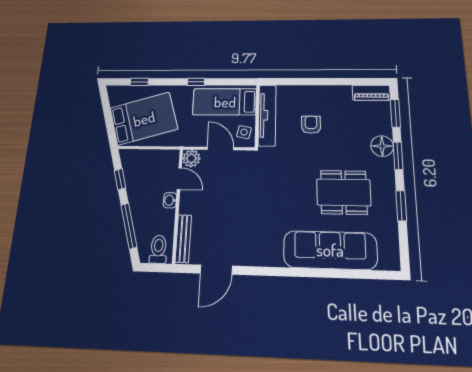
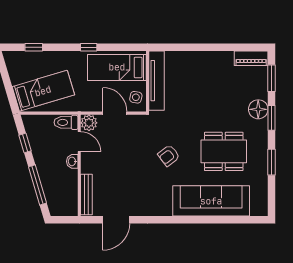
bed: (144, 119) -> (43, 91), width x0.67
armchair: (311, 125) -> (169, 156), moved, turned -127
toilet: (158, 249) -> (66, 122), moved, turned -90

